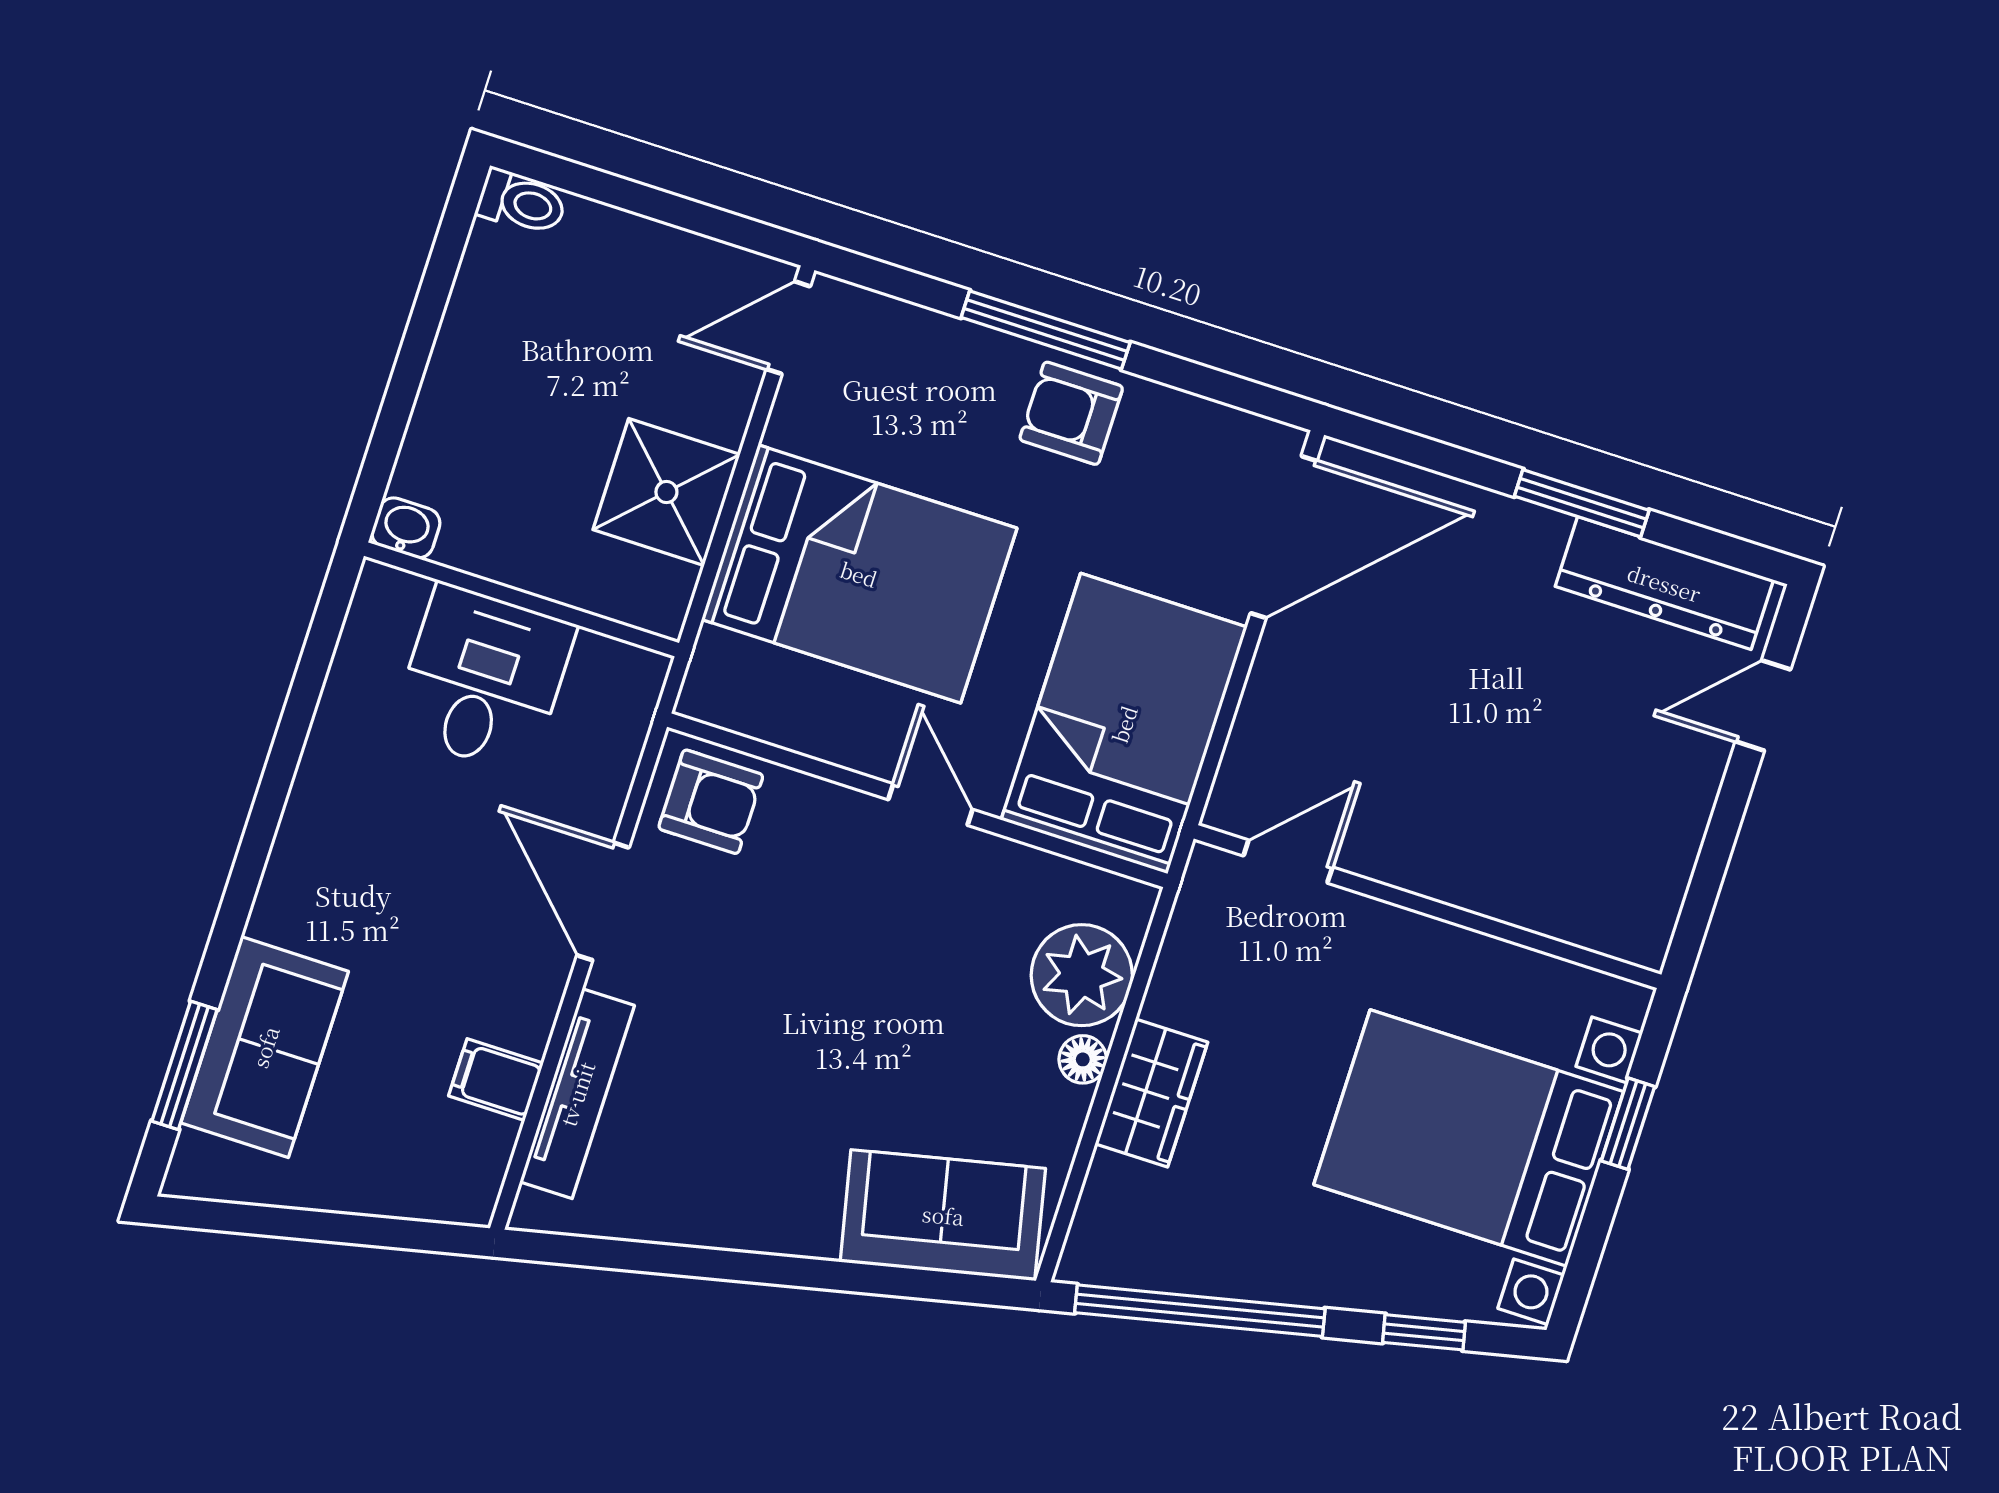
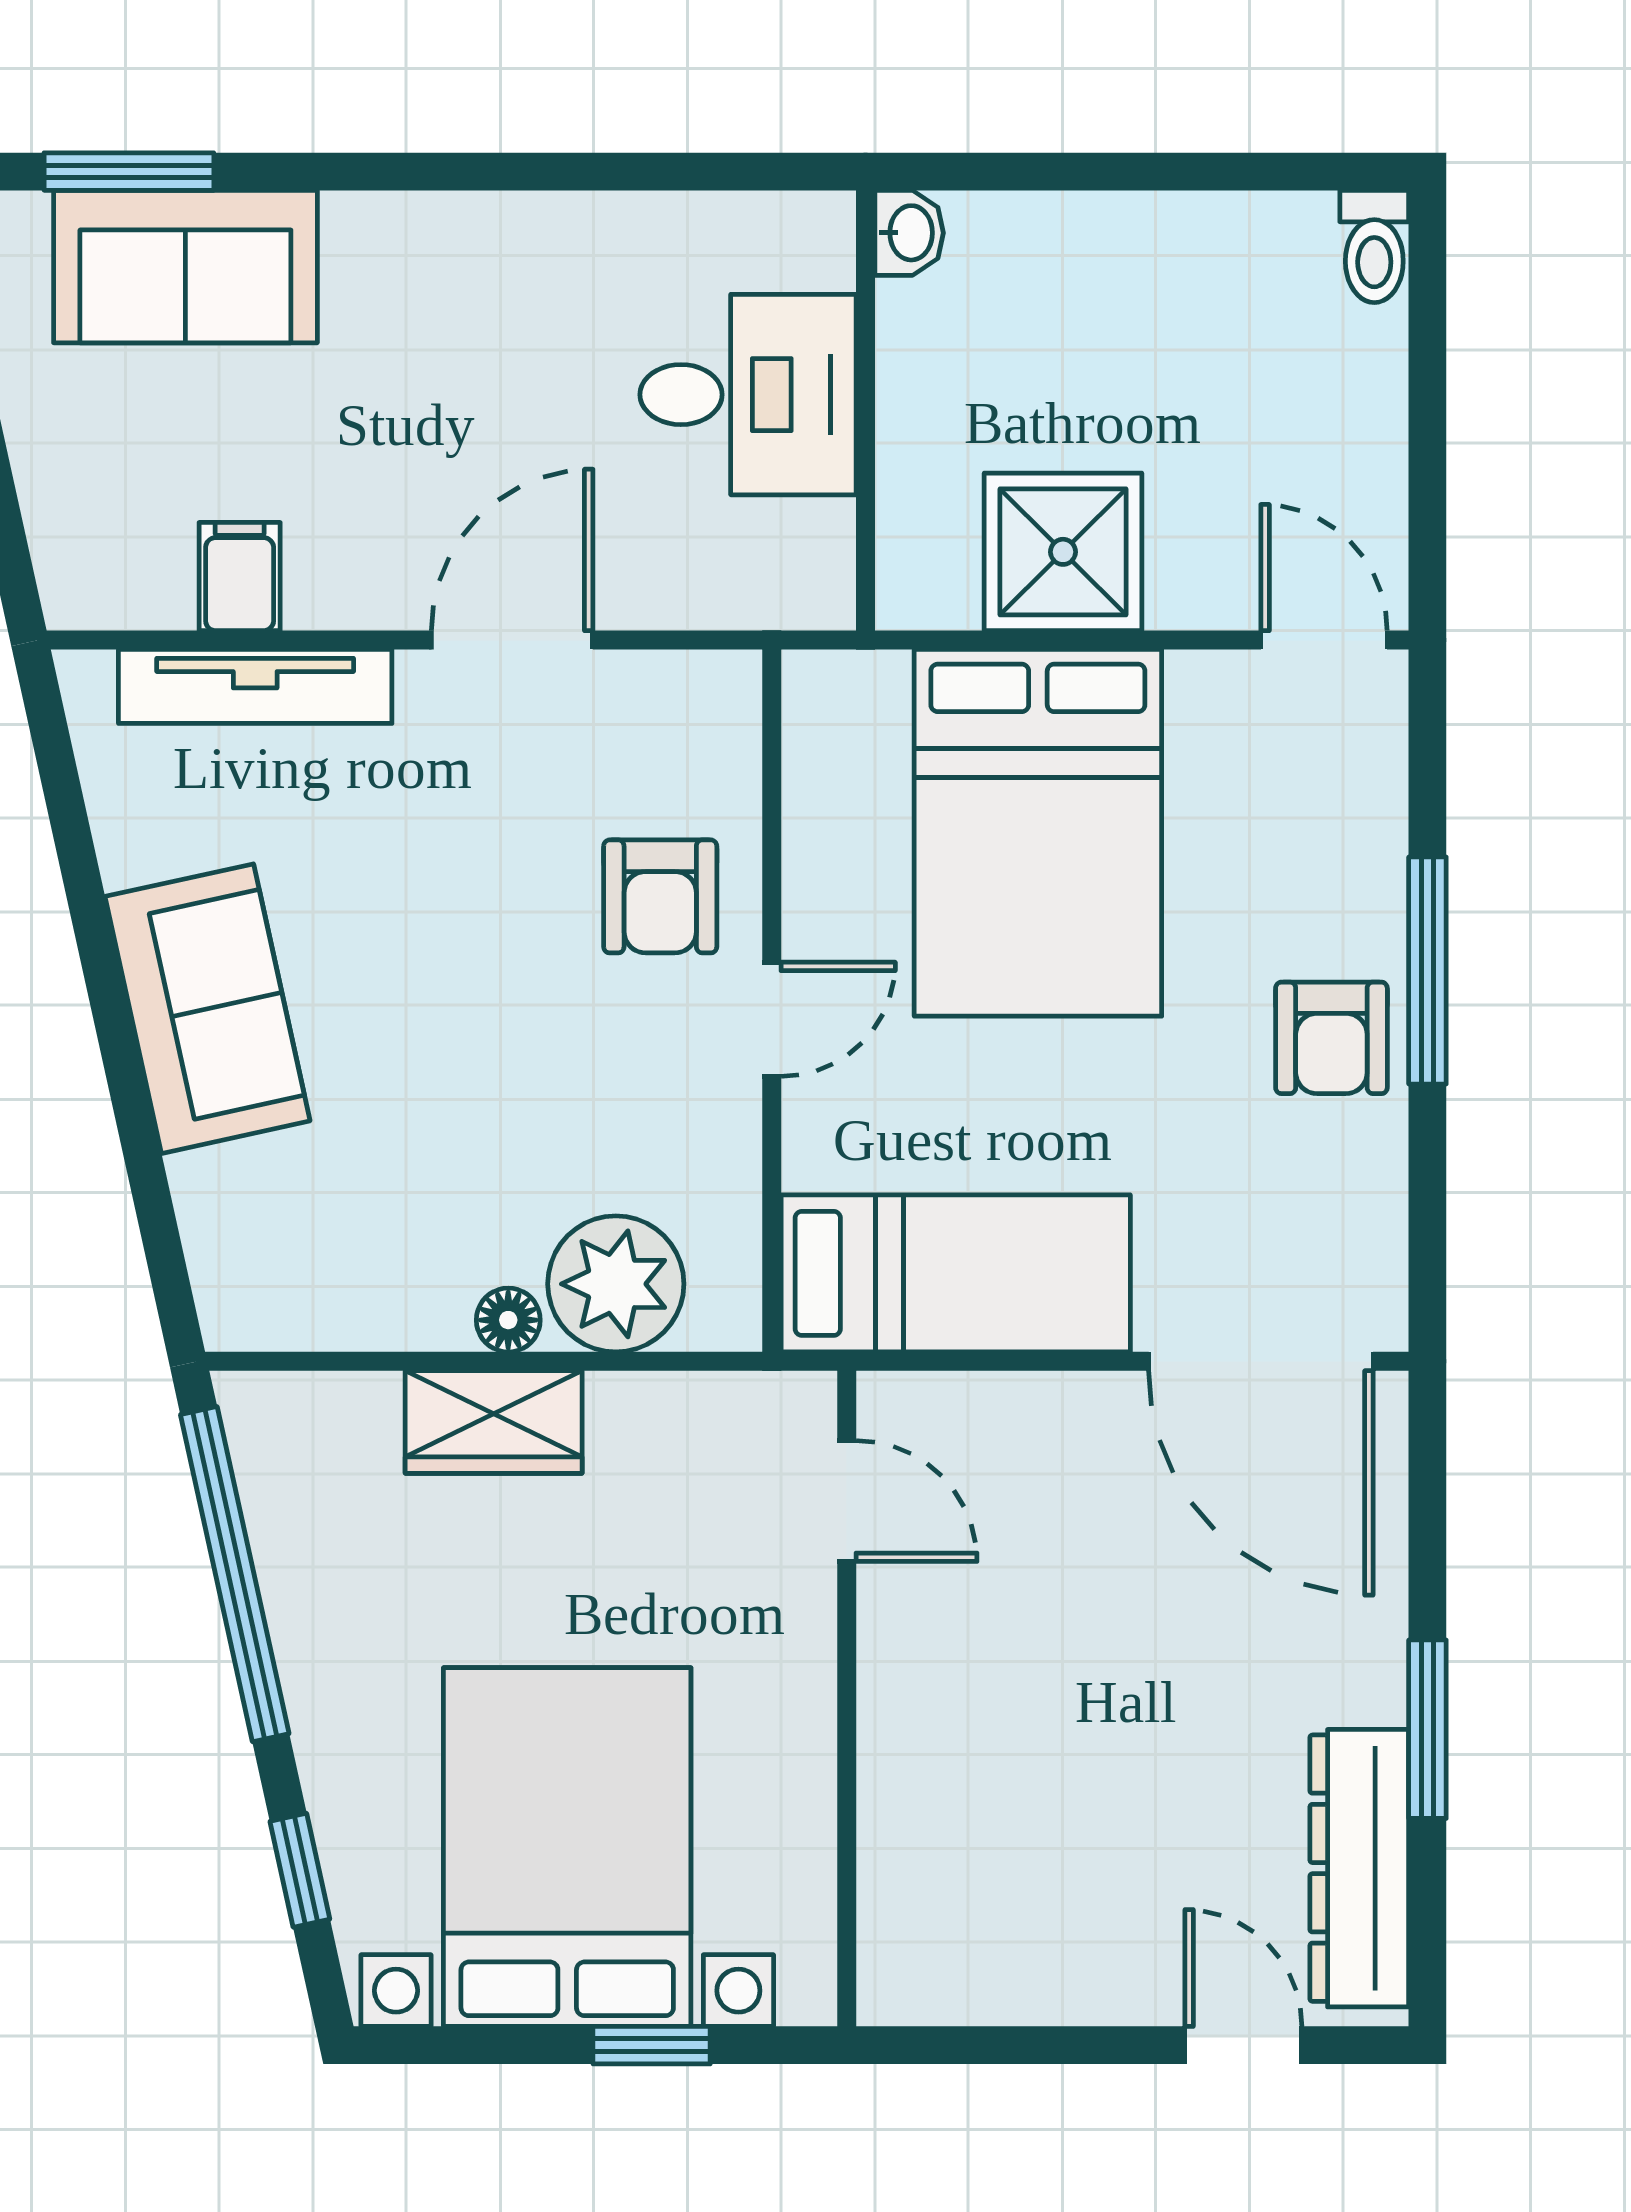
armchair: (1071, 413) -> (1331, 1038), turned 180
bed: (1124, 724) -> (956, 1273), width x0.67
armchair: (711, 802) -> (660, 896), moved
sofa: (943, 1215) -> (208, 1009), moved

